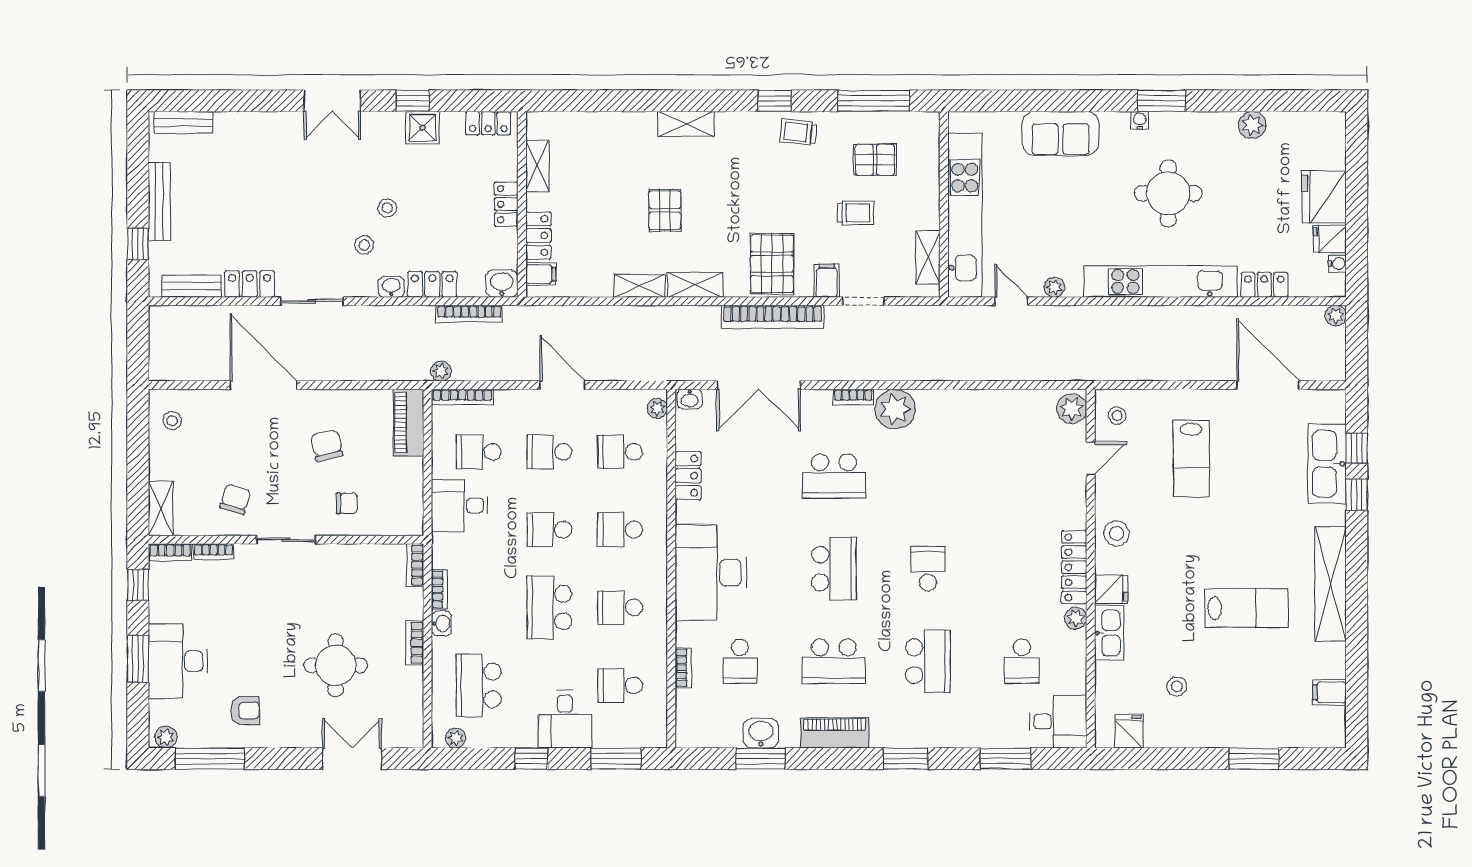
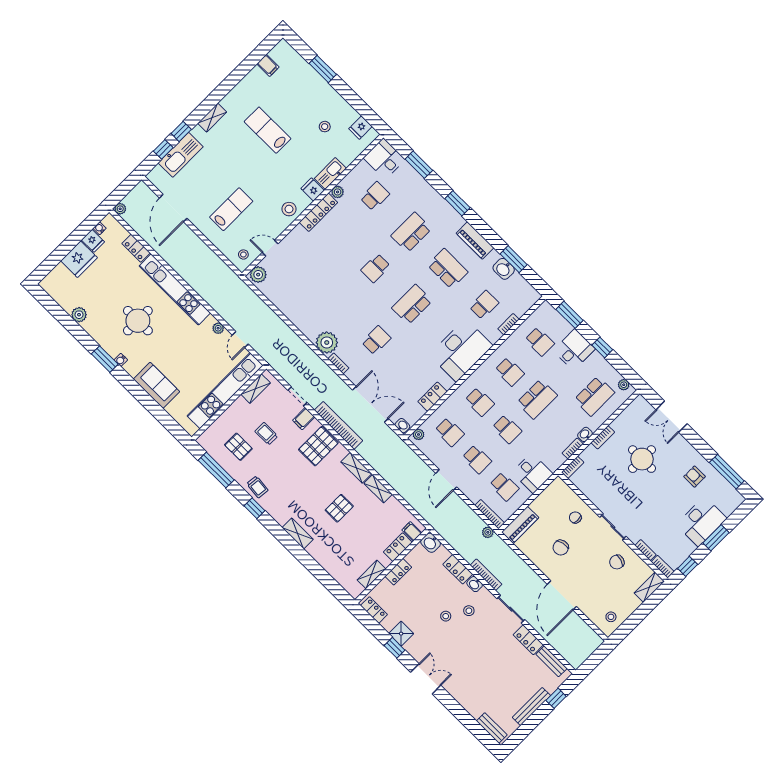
bookcase: (469, 314) -> (486, 575), moved
school desk: (834, 476) -> (376, 340), width x0.54
shelving: (1330, 584) -> (212, 118), width x0.45, depth x0.75
plant: (166, 737) -> (735, 497), removed

